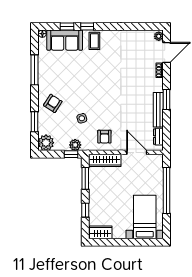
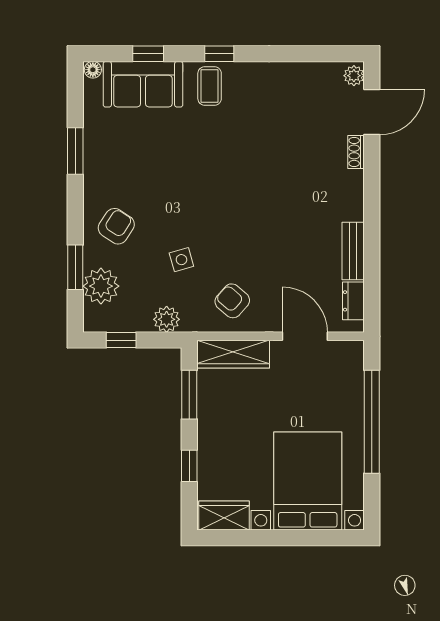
window: (87, 27) -> (219, 54), moved
window: (34, 70) -> (75, 151), width x0.69
window: (167, 100) -> (372, 218), removed
bench: (158, 110) -> (353, 251), width x0.73
armchair: (104, 137) -> (232, 301), turned 131
plant: (46, 143) -> (101, 286), moved
window: (71, 154) -> (121, 340), moved
bed with nightstands: (145, 217) -> (308, 481), width x1.36

